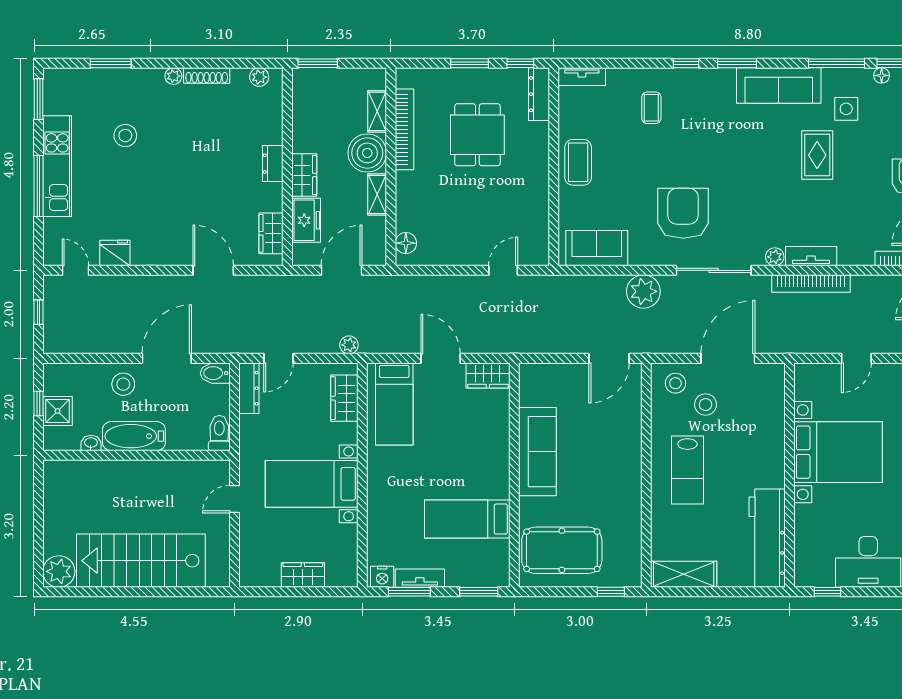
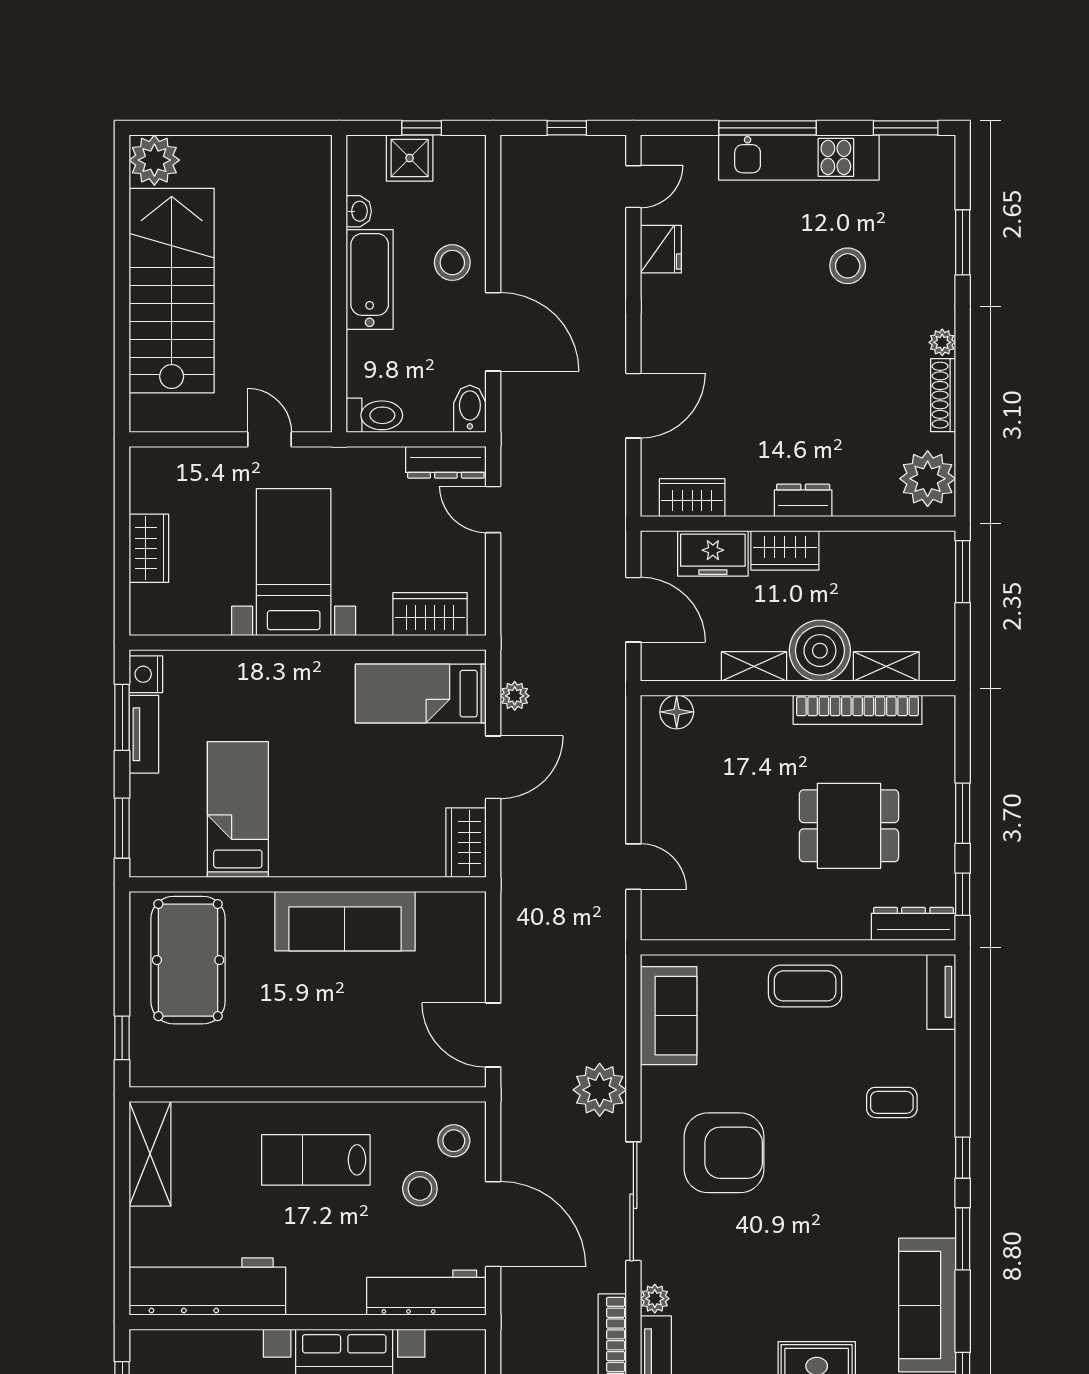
plant: (259, 77) -> (928, 479), width x1.87, depth x1.87
plant: (349, 345) -> (515, 696), moved
workbench: (771, 400) -> (426, 1293), added

